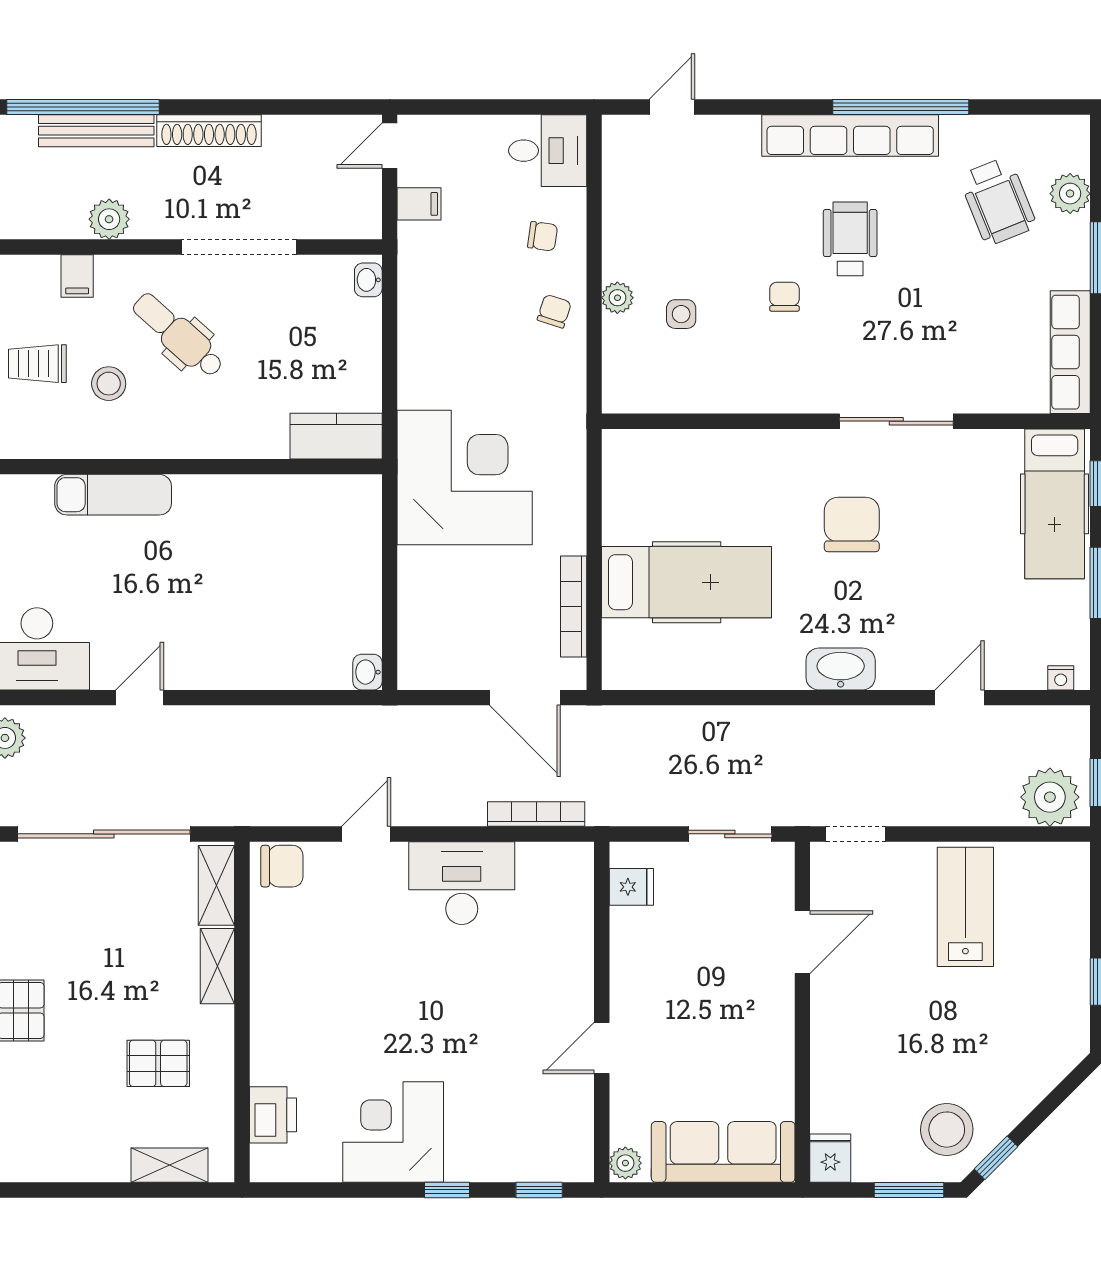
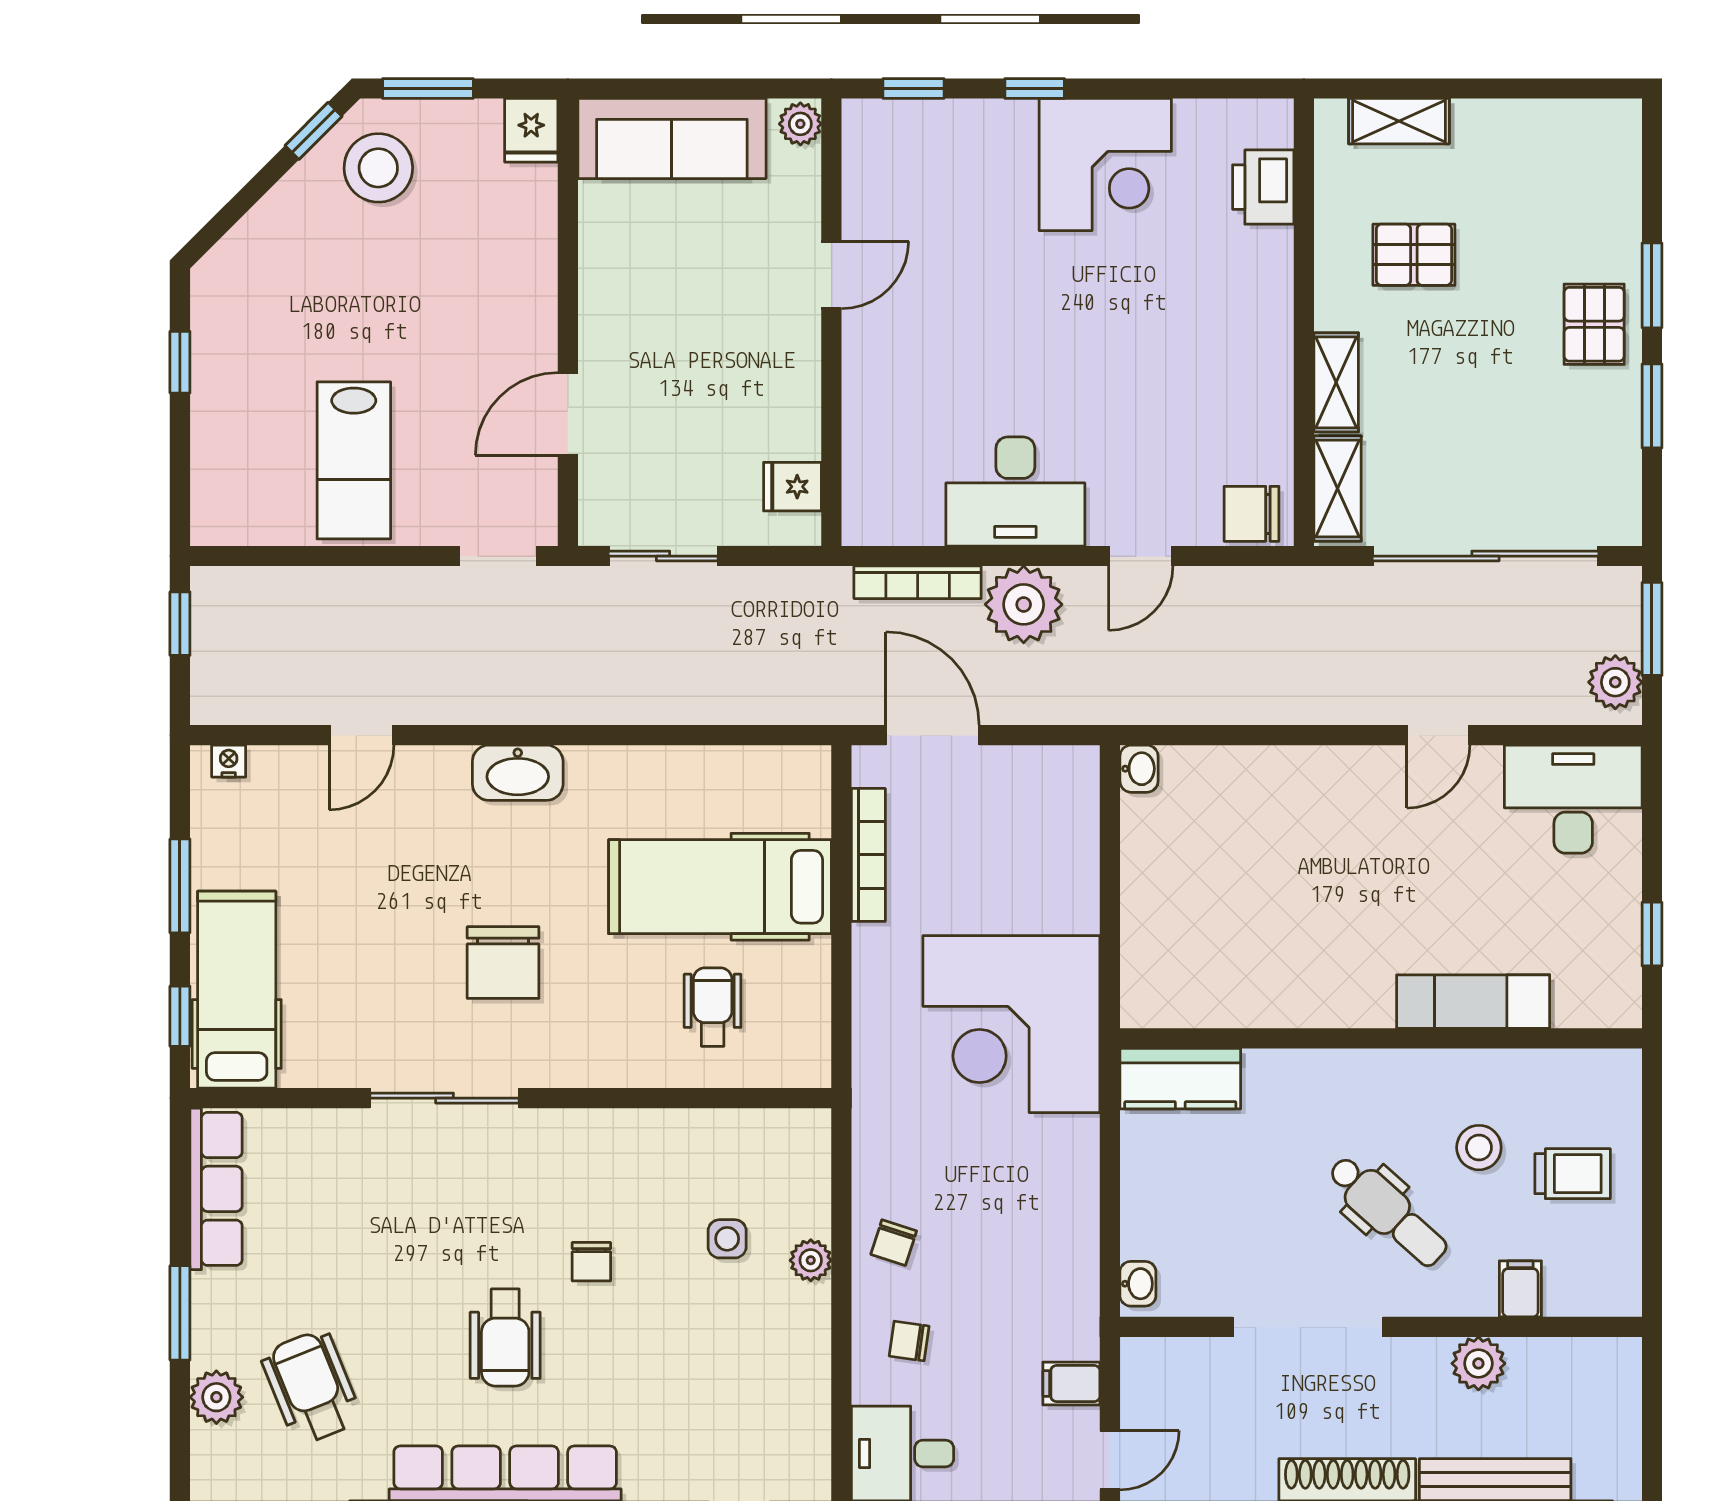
wheelchair: (692, 491) -> (713, 1007), added
plant: (1050, 797) -> (1024, 604), moved

